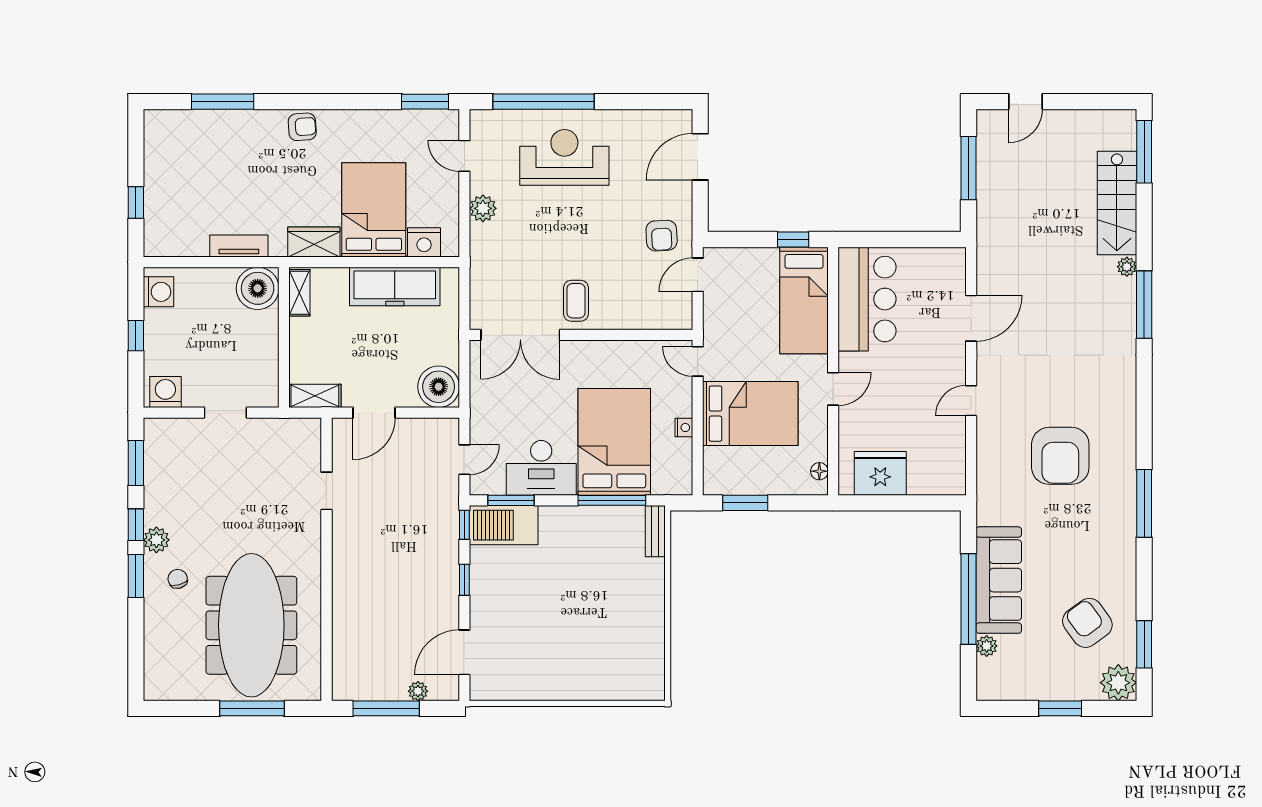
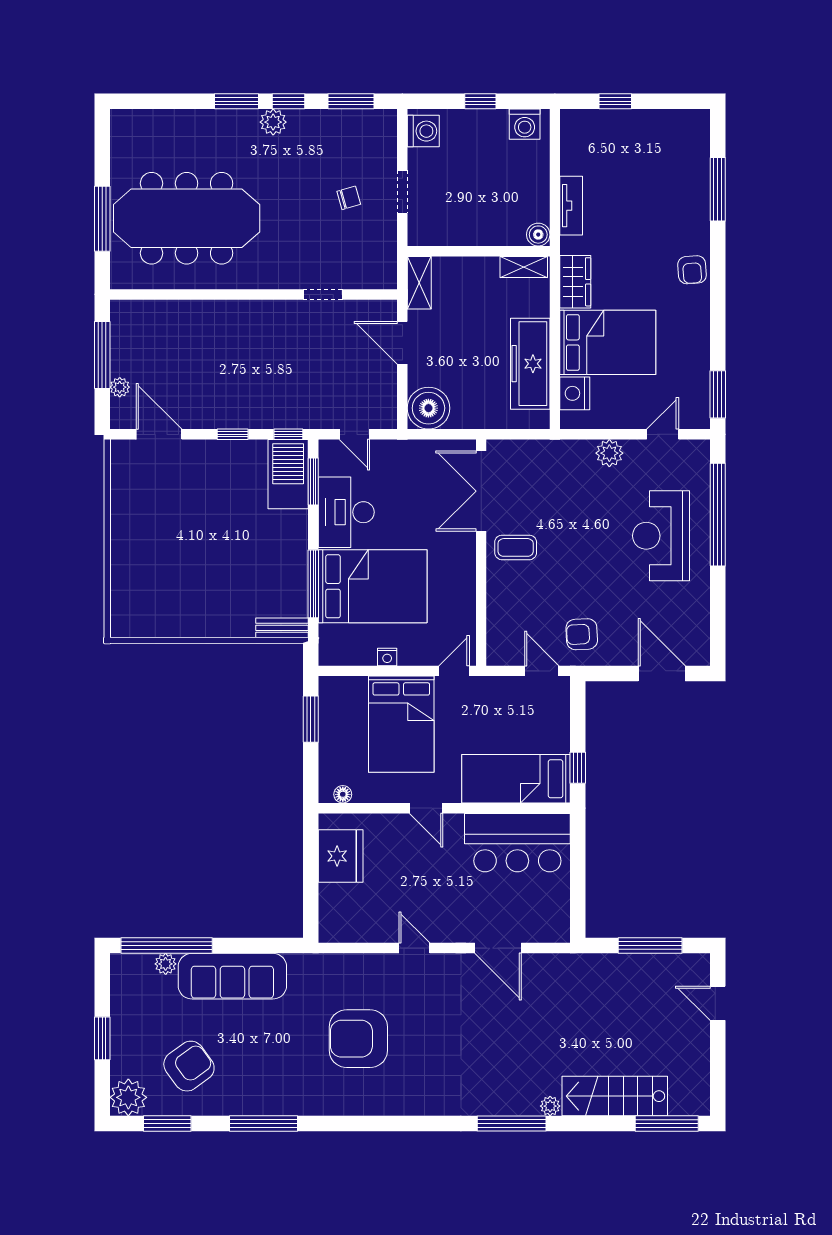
reception desk: (564, 157) -> (661, 536), turned 180
boiler: (258, 288) -> (538, 235), width x0.54, depth x0.54
window: (1144, 503) -> (263, 1124), moved
chair: (178, 579) -> (349, 198), moved
window: (969, 599) -> (167, 946), moved

